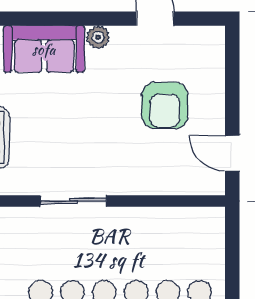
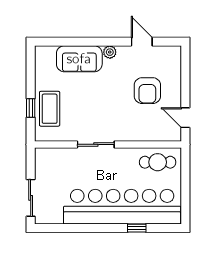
cafe table: (183, 232) -> (158, 162), added

